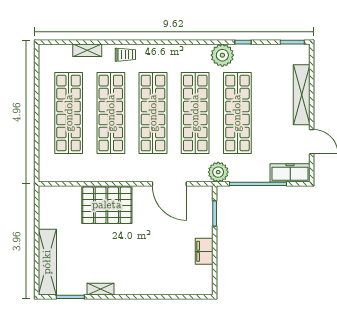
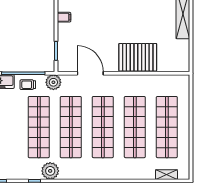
shelving: (87, 50) -> (166, 175), moved
trolley: (125, 55) -> (28, 85), moved
filing cabinet: (204, 251) -> (64, 17), width x0.50

